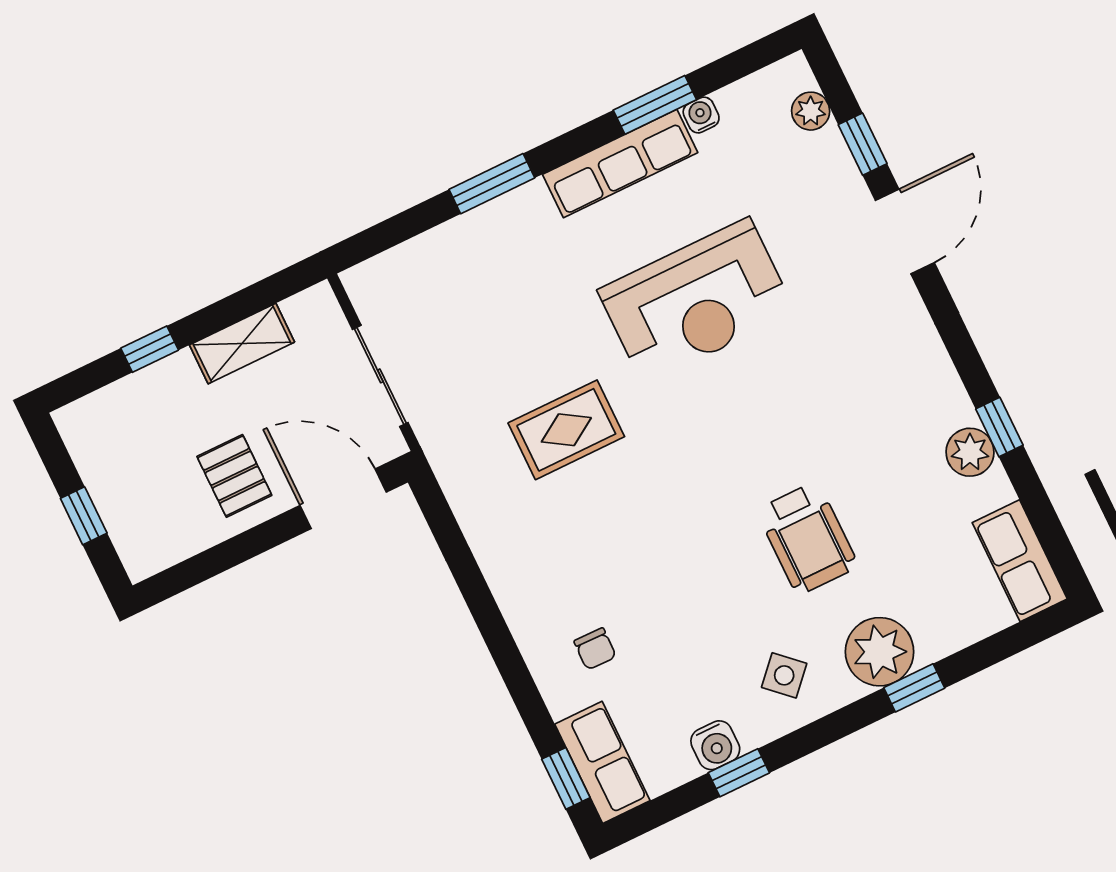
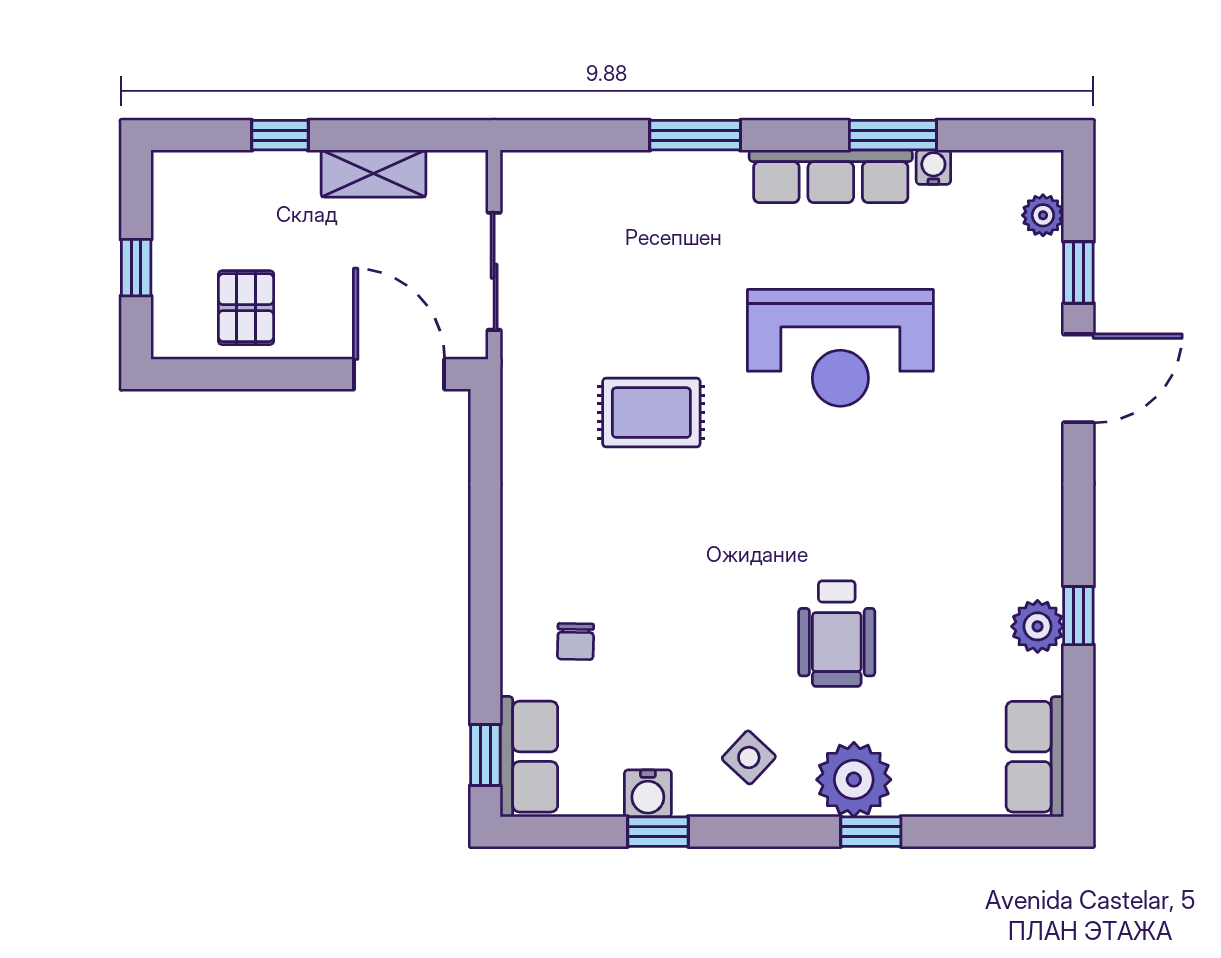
pallet: (234, 476) -> (246, 308), moved

